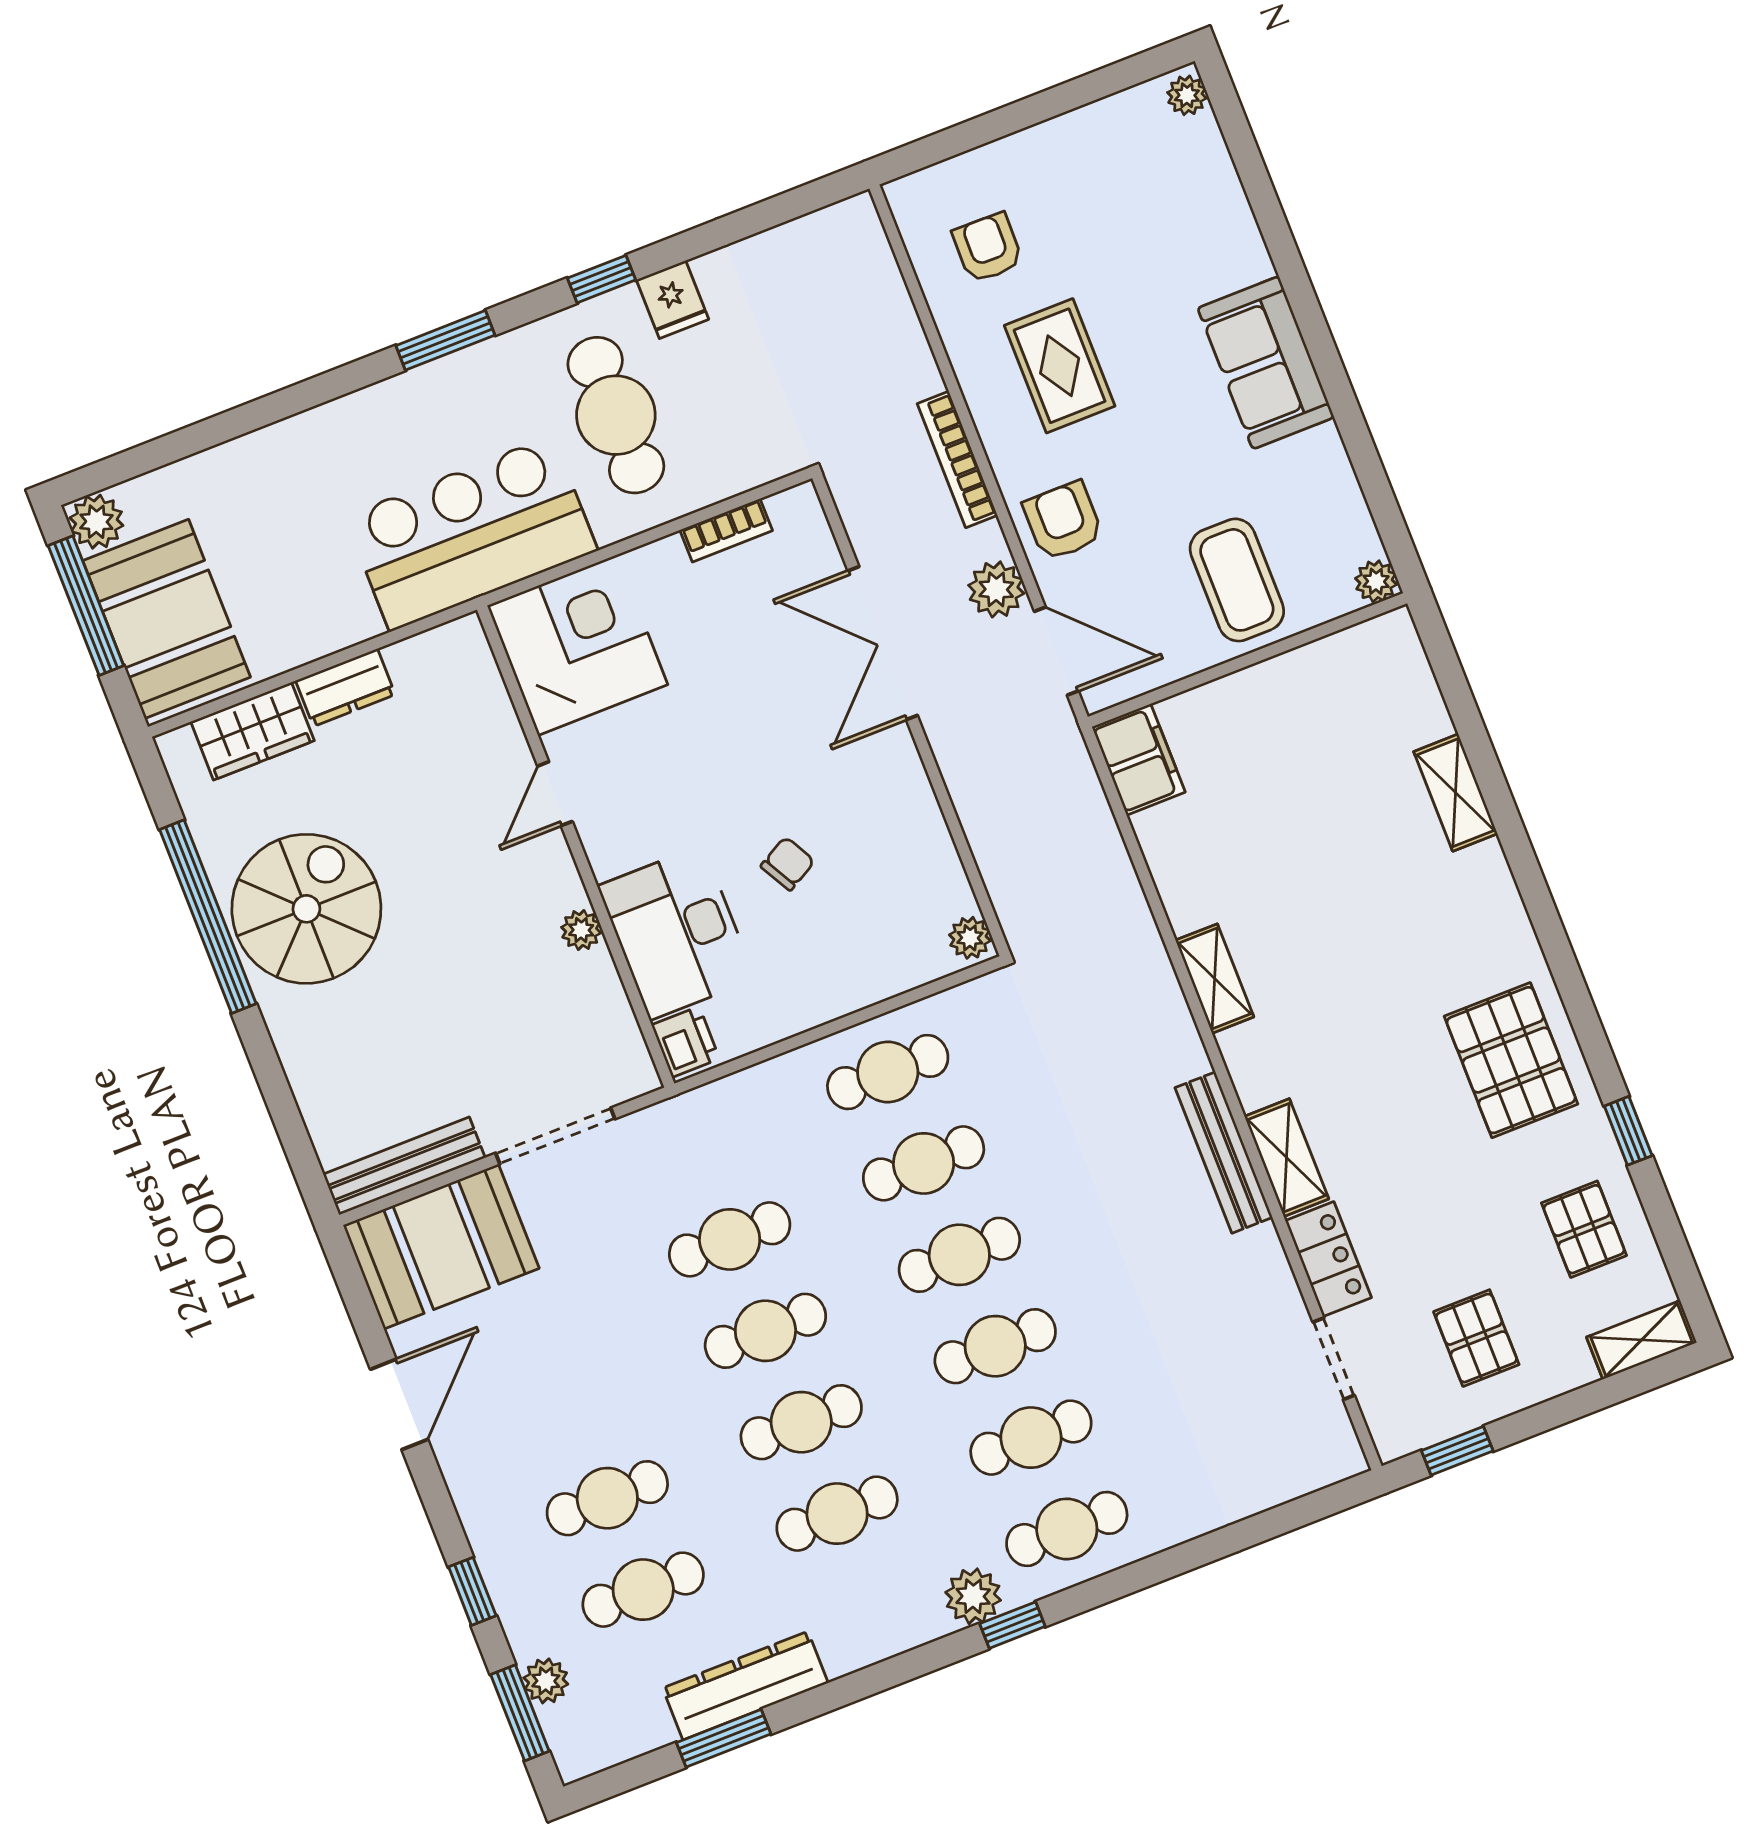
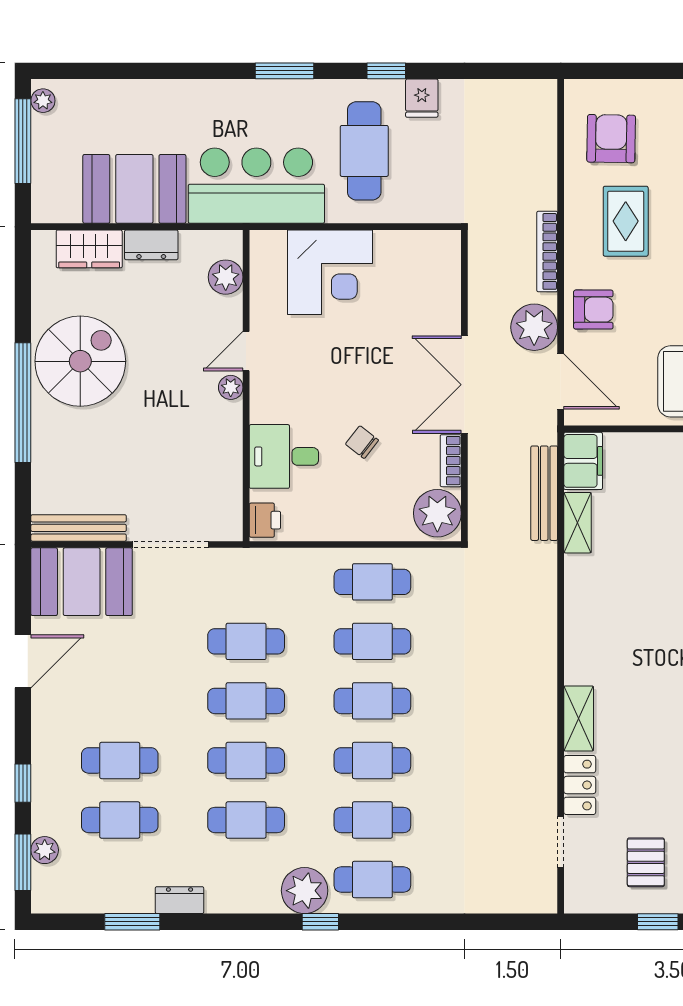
armchair: (988, 248) -> (611, 139), width x1.38, depth x1.38
armchair: (1063, 521) -> (593, 310), turned 90
plant: (96, 522) -> (43, 101), width x0.73, depth x0.73
bookcase: (726, 530) -> (451, 461), moved, turned 90
plant: (996, 589) -> (534, 327), width x1.36, depth x1.36
booth: (167, 619) -> (134, 189), moved, turned 90
double door: (883, 643) -> (464, 385), moved
corner desk: (577, 645) -> (330, 272), moved, turned 90
plant: (479, 692) -> (226, 277), added
chair: (788, 864) -> (362, 442), turned -113
window: (208, 917) -> (23, 403), moved
plant: (581, 930) -> (231, 387), moved
desk: (676, 933) -> (284, 456), width x0.73
plant: (970, 938) -> (437, 513), width x1.88, depth x1.88
shelving: (1215, 979) -> (578, 523), moved
bench: (1224, 1153) -> (544, 493), moved
window: (1457, 1451) -> (658, 922), moved
plant: (973, 1596) -> (305, 891), width x1.36, depth x1.36
dresser: (745, 1686) -> (180, 900), width x0.51, depth x0.80

